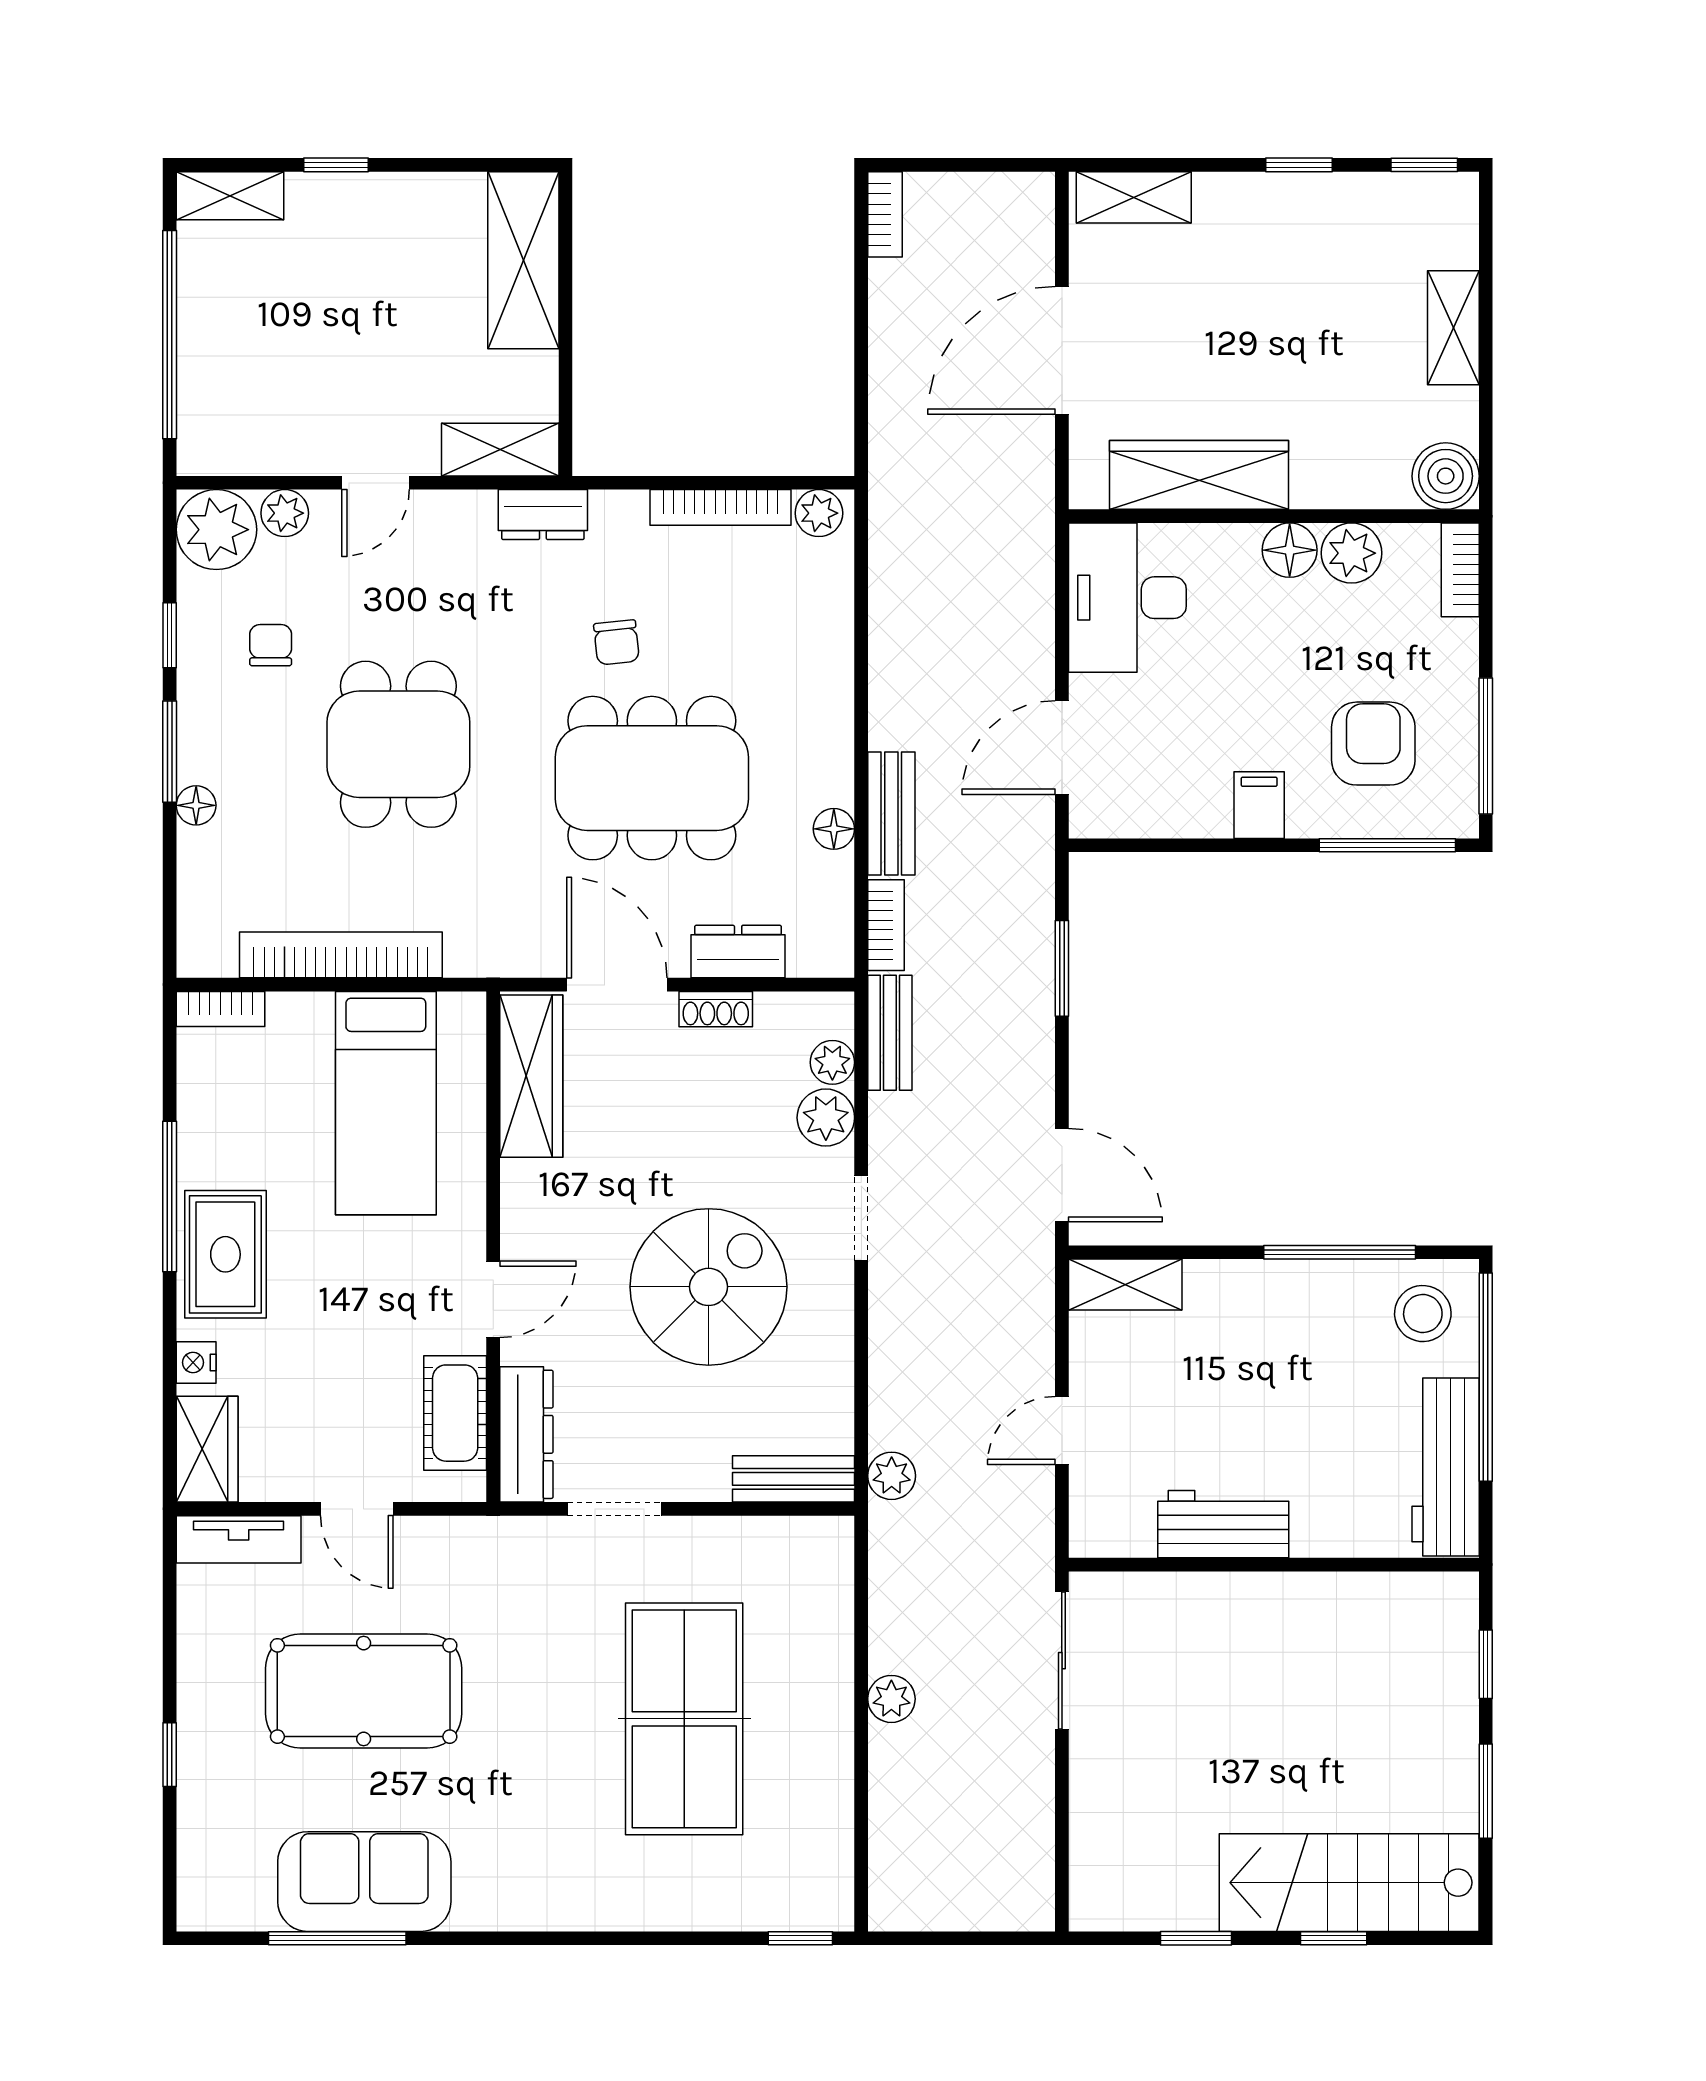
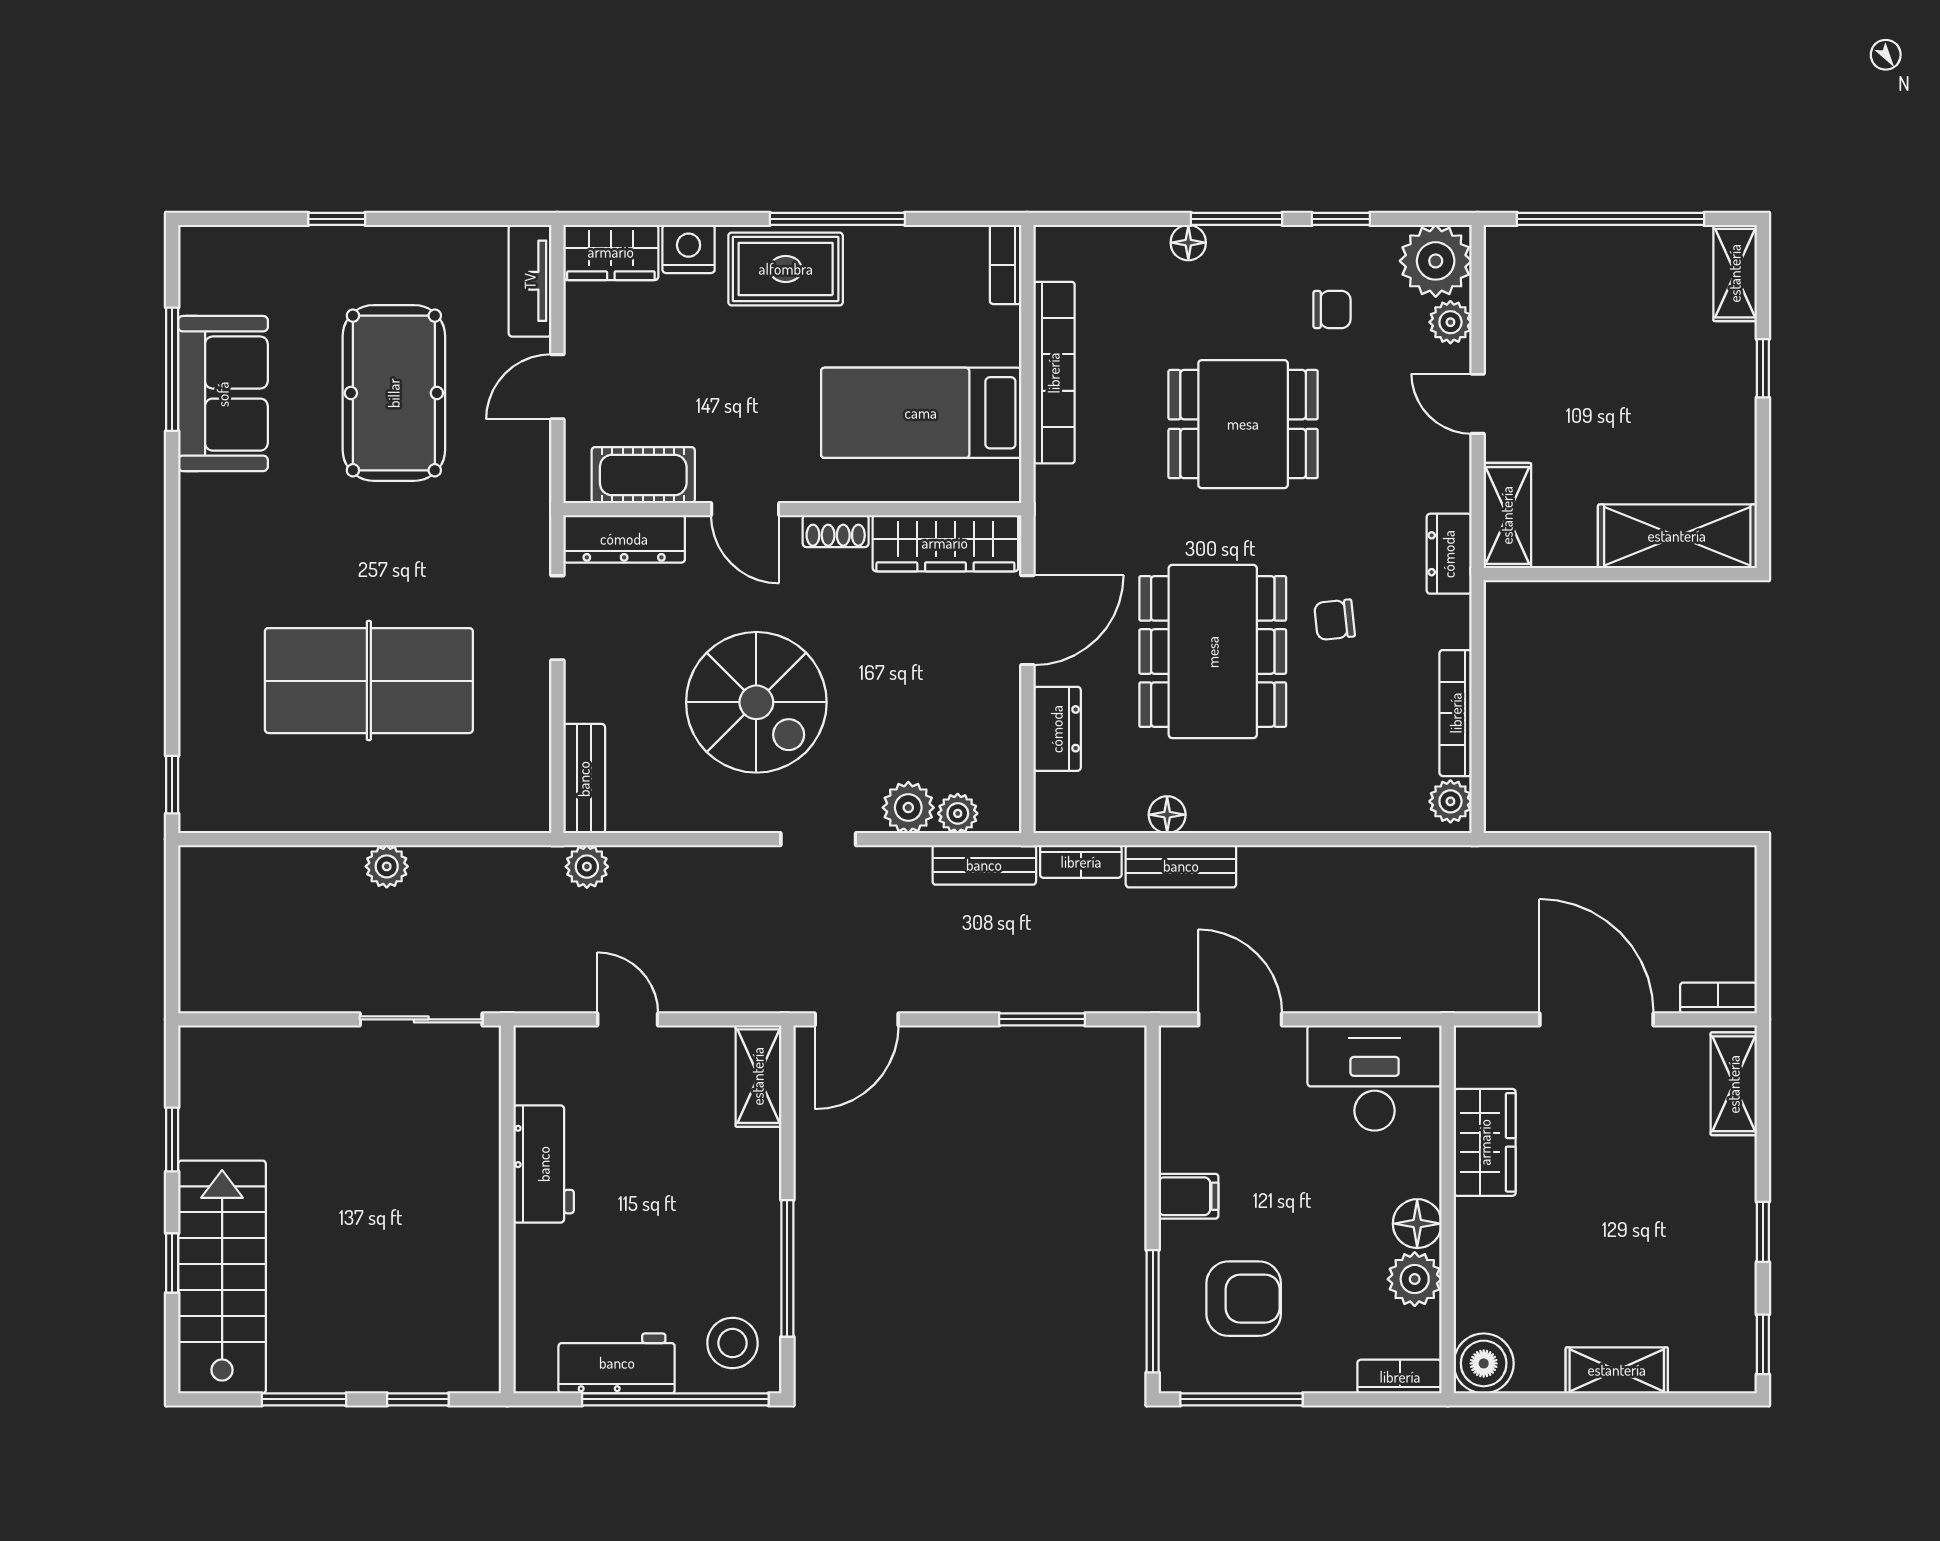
bookcase: (885, 214) -> (1718, 998), moved, turned 180
wardrobe: (1199, 475) -> (1485, 1142), width x0.67
shoe rack: (716, 1009) -> (836, 531), moved, turned -90
nightstand: (196, 1362) -> (689, 249), width x1.39, depth x1.35
workbench: (1446, 1467) -> (617, 1363), width x0.73

